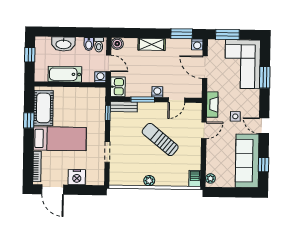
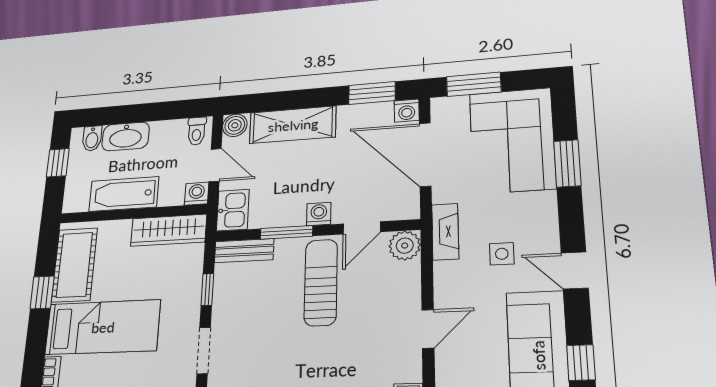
bidet: (89, 44) -> (92, 138), moved
shelving: (152, 44) -> (293, 125), width x1.50, depth x1.33
door: (205, 67) -> (425, 155), width x1.36
wardrobe: (88, 94) -> (169, 230), added
plant: (195, 110) -> (405, 246), added
window: (108, 113) -> (207, 290), moved
door: (204, 130) -> (428, 329), moved
sun lounger: (160, 139) -> (321, 282), moved, turned 51

